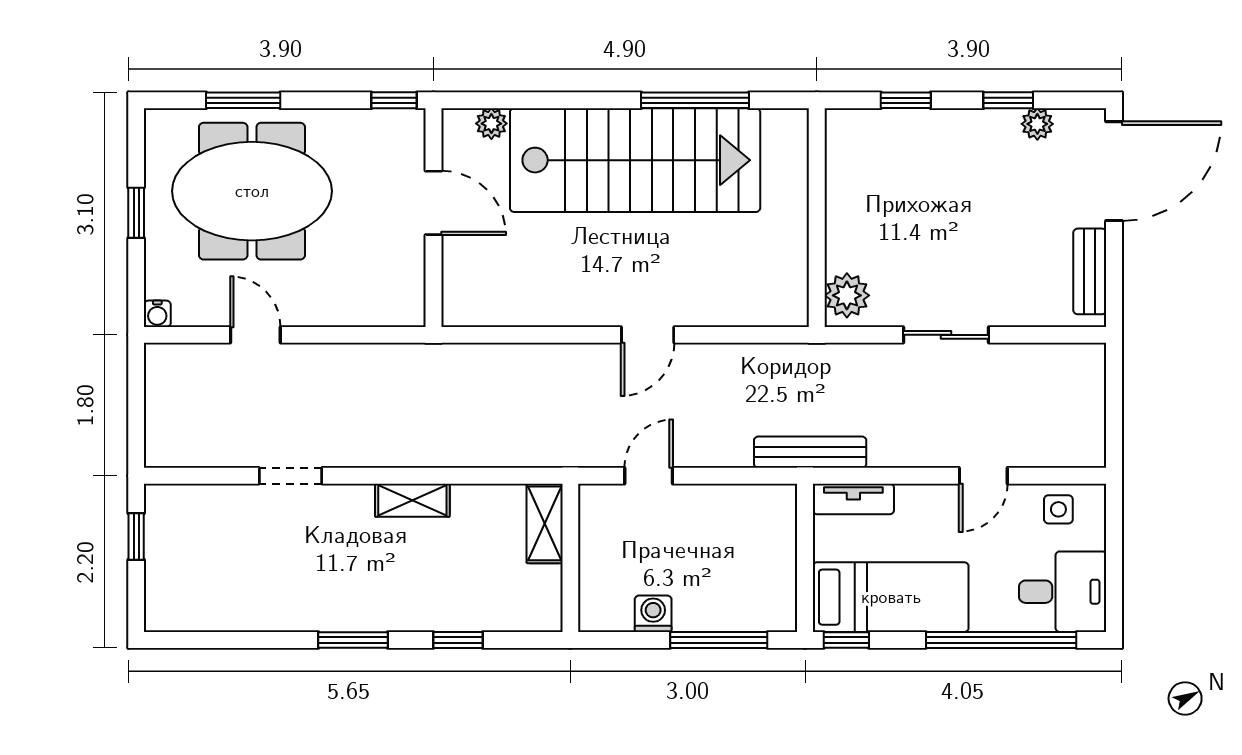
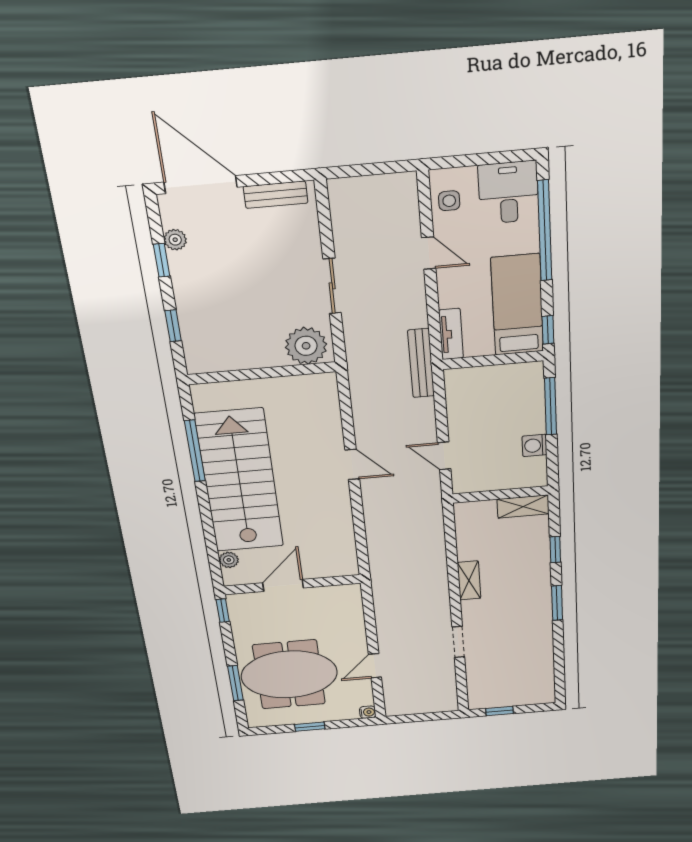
meeting table: (252, 191) -> (289, 675), turned 90
plant: (847, 295) -> (306, 346), width x1.36, depth x1.36
shelving: (545, 523) -> (523, 507), moved

